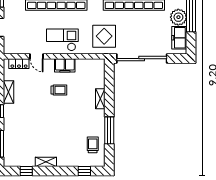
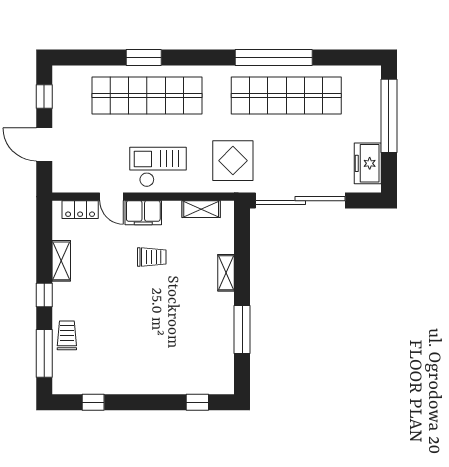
plant: (178, 17) -> (366, 126), removed
filing cabinet: (65, 65) -> (143, 213), moved
trolley: (93, 145) -> (67, 335), moved
shelving: (46, 162) -> (201, 209), moved

